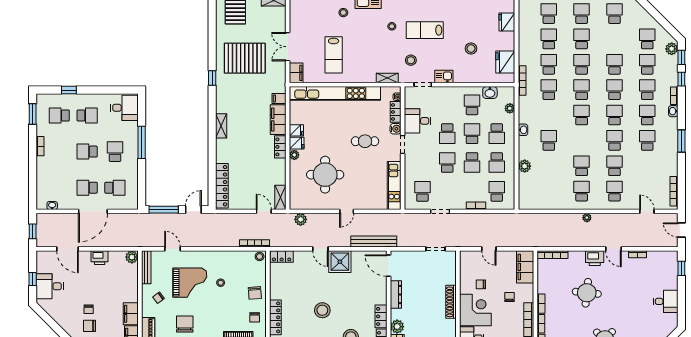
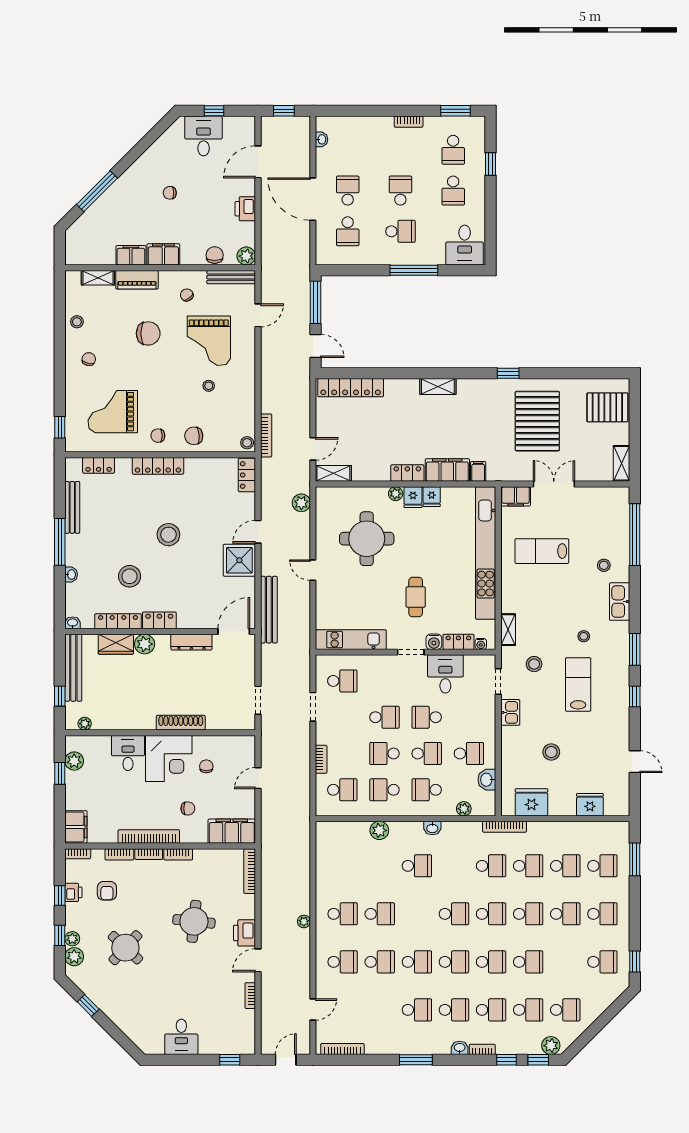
school desk: (59, 116) -> (453, 150), turned 180
chair: (90, 326) -> (215, 255), moved

